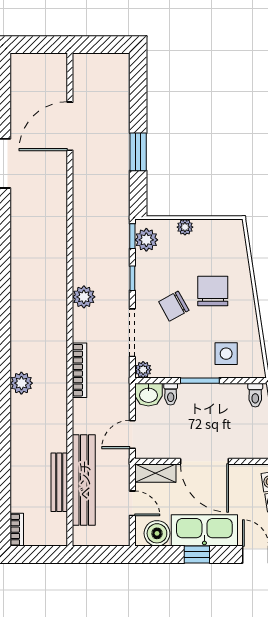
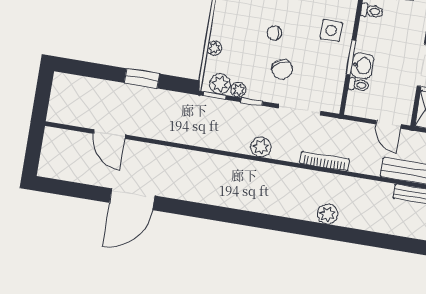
door: (70, 126) -> (110, 134), width x0.73
chair: (213, 291) -> (274, 33), width x0.54, depth x0.54
plant: (143, 370) -> (238, 90), moved
washbasin: (148, 395) -> (362, 66), moved

